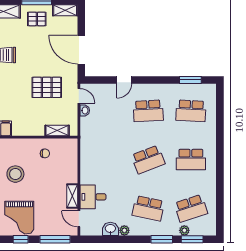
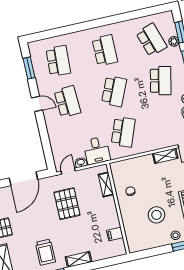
door: (124, 80) -> (37, 104), moved
school desk: (105, 160) -> (123, 132), added
school desk: (148, 160) -> (114, 91), turned 45
desk: (93, 197) -> (97, 150), moved

